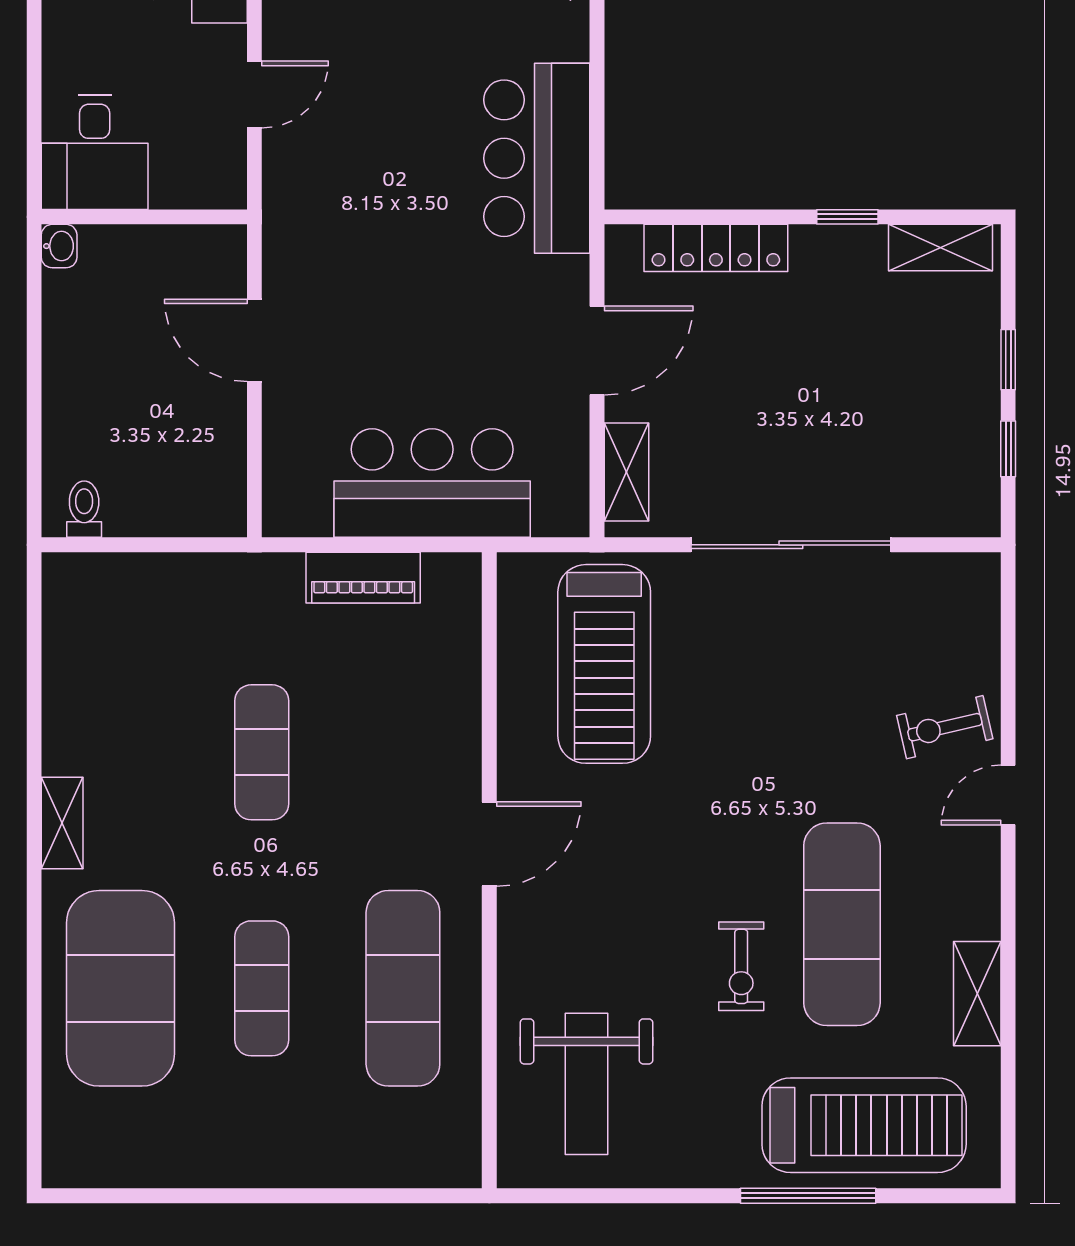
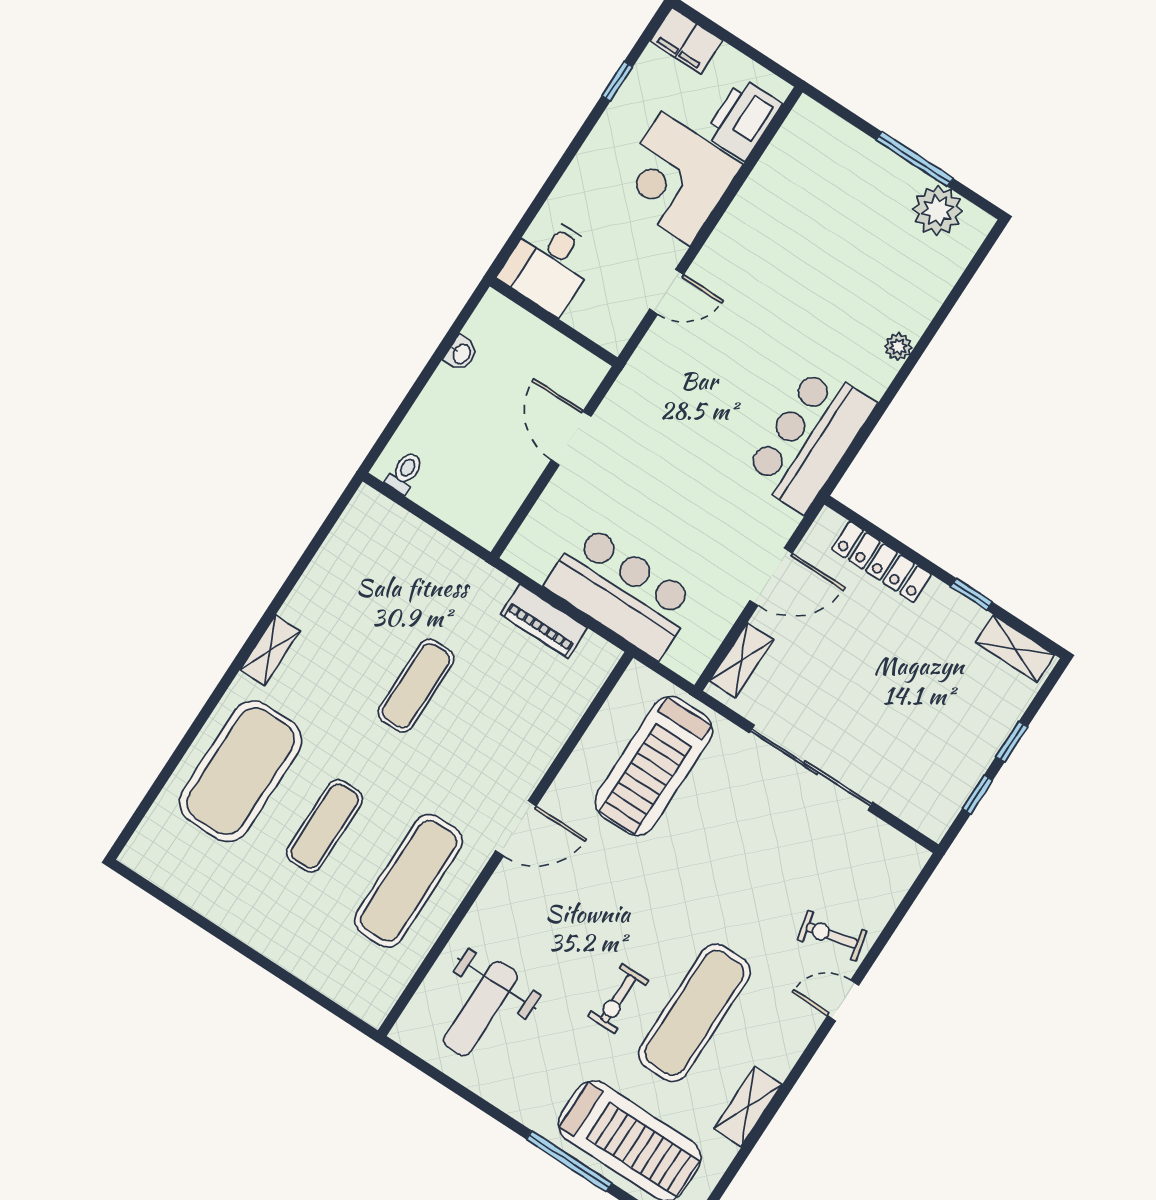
washbasin: (59, 246) -> (461, 353), moved

